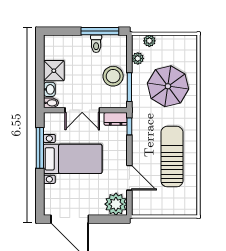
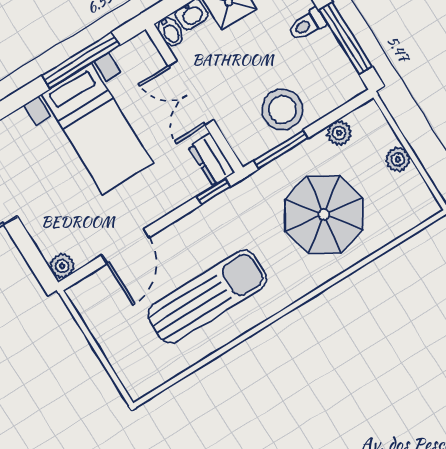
plant: (149, 41) -> (398, 159), moved
toilet: (96, 44) -> (307, 25), moved
plant: (116, 204) -> (62, 266), width x0.53, depth x0.53

